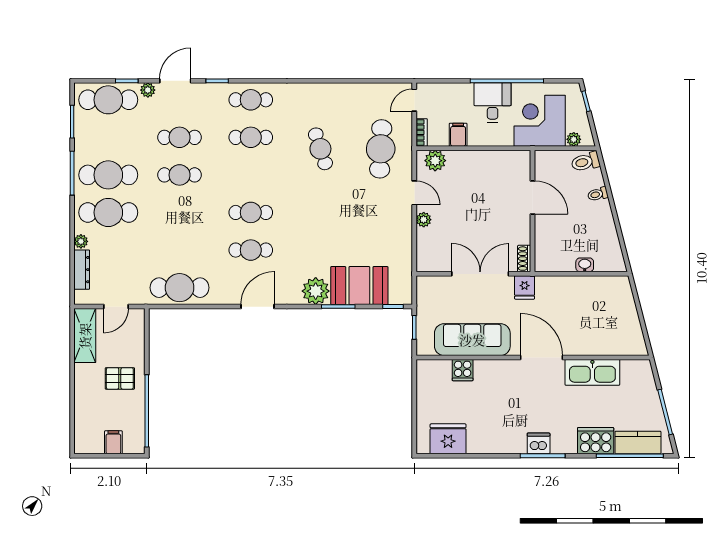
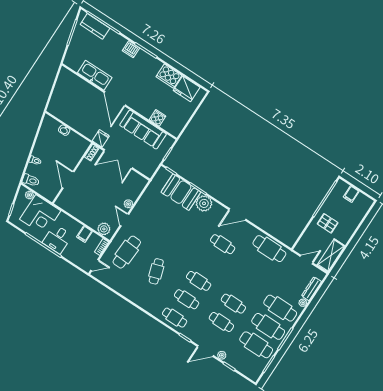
cafe table: (108, 100) -> (256, 345), moved
cafe table: (251, 212) -> (199, 281), moved
cooker: (596, 441) -> (169, 76), moved
dishwasher: (539, 443) -> (131, 49), moved

